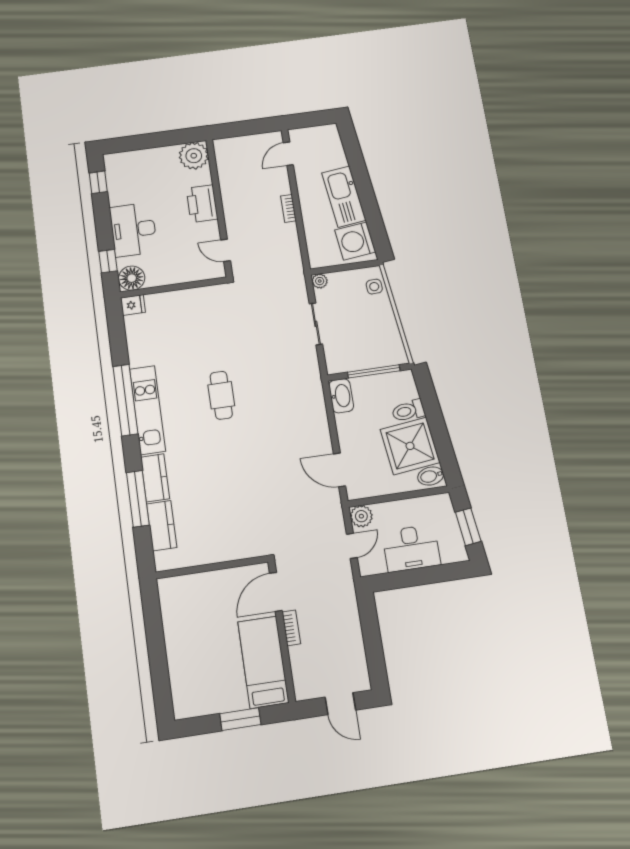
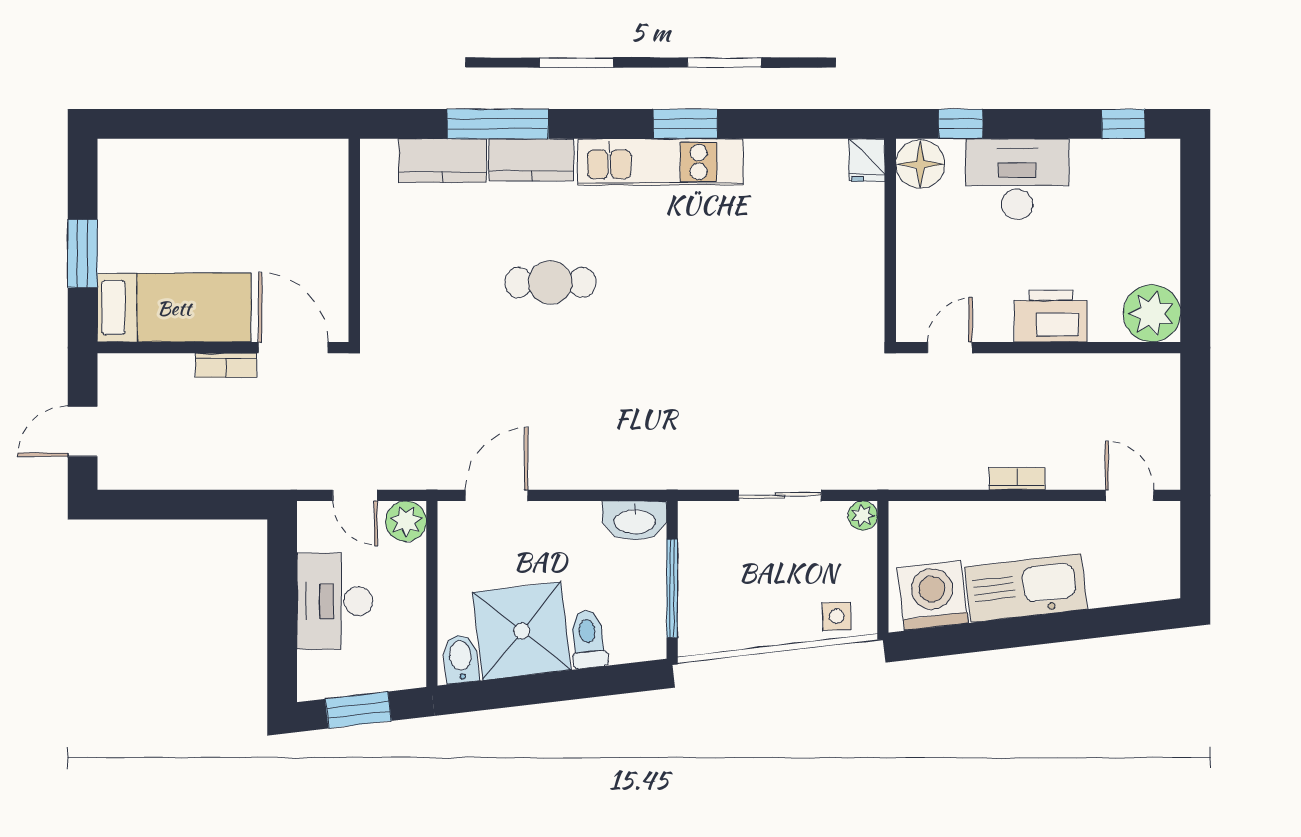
cafe table: (221, 395) -> (550, 282), moved
window: (125, 400) -> (685, 124), width x0.47

